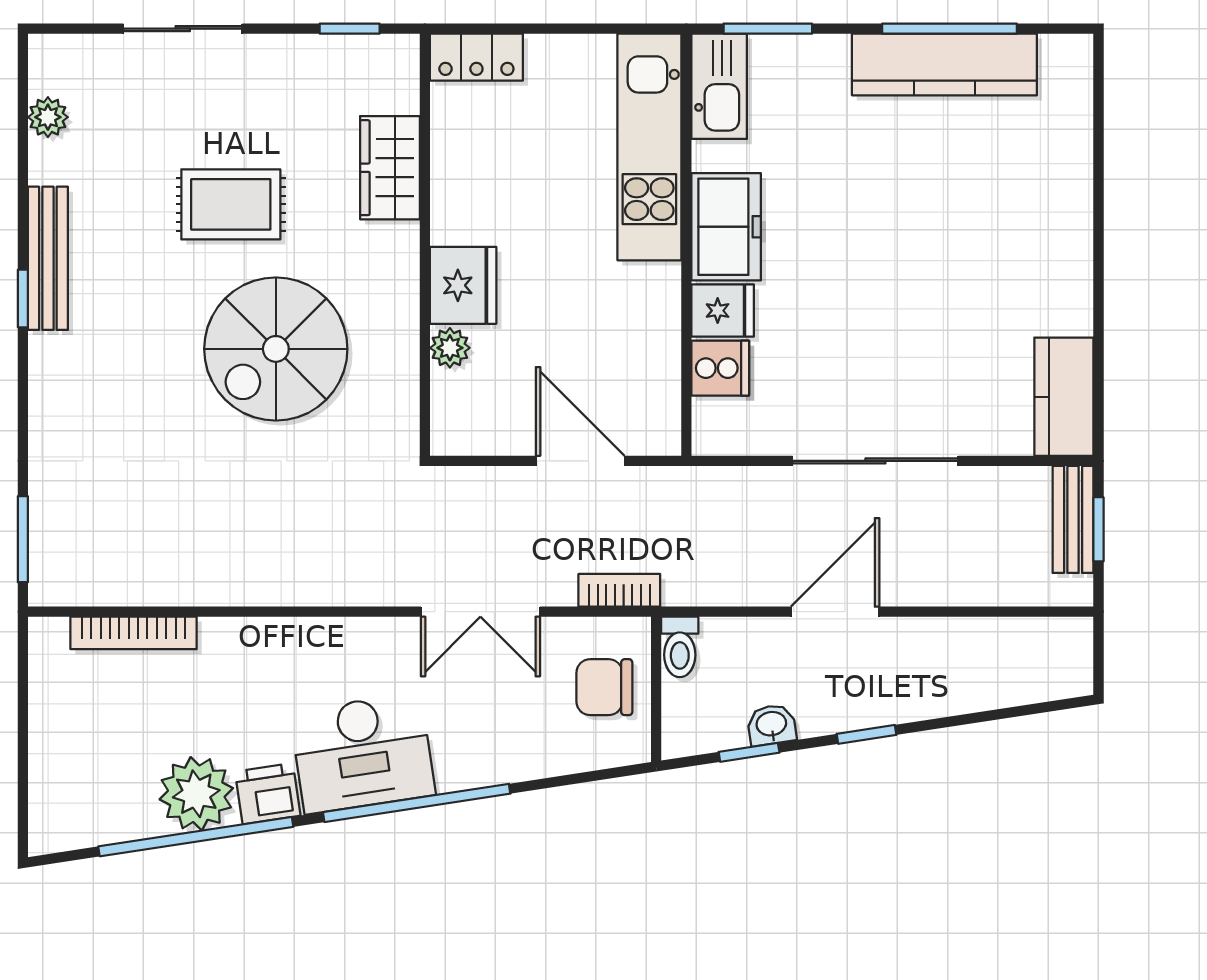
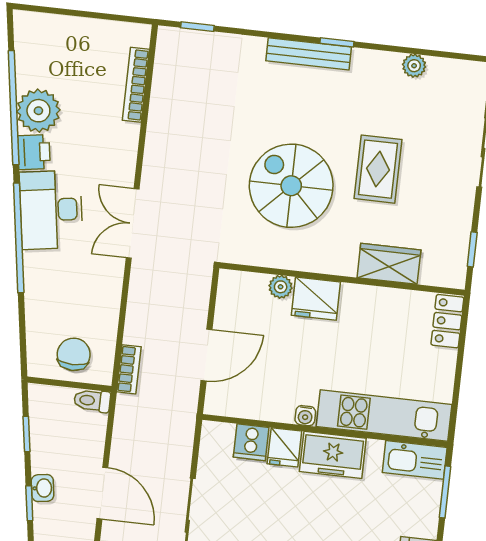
plant: (48, 117) -> (414, 66), moved
bench: (48, 258) -> (309, 54), moved
water cooler: (665, 281) -> (305, 416), added
window: (23, 539) -> (197, 27), width x0.67
double door: (480, 612) -> (133, 223), moved
washbasin: (771, 725) -> (43, 488), moved

